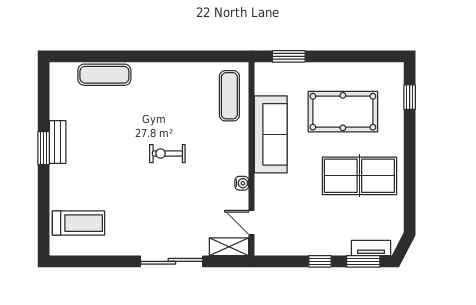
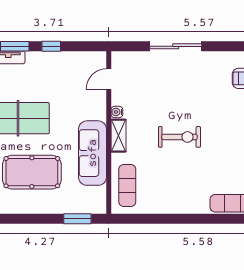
exercise bike: (167, 154) -> (180, 137), width x1.38, depth x1.39
door: (252, 222) -> (109, 79), swing flipped
shelving: (229, 247) -> (119, 136), moved, turned 90

